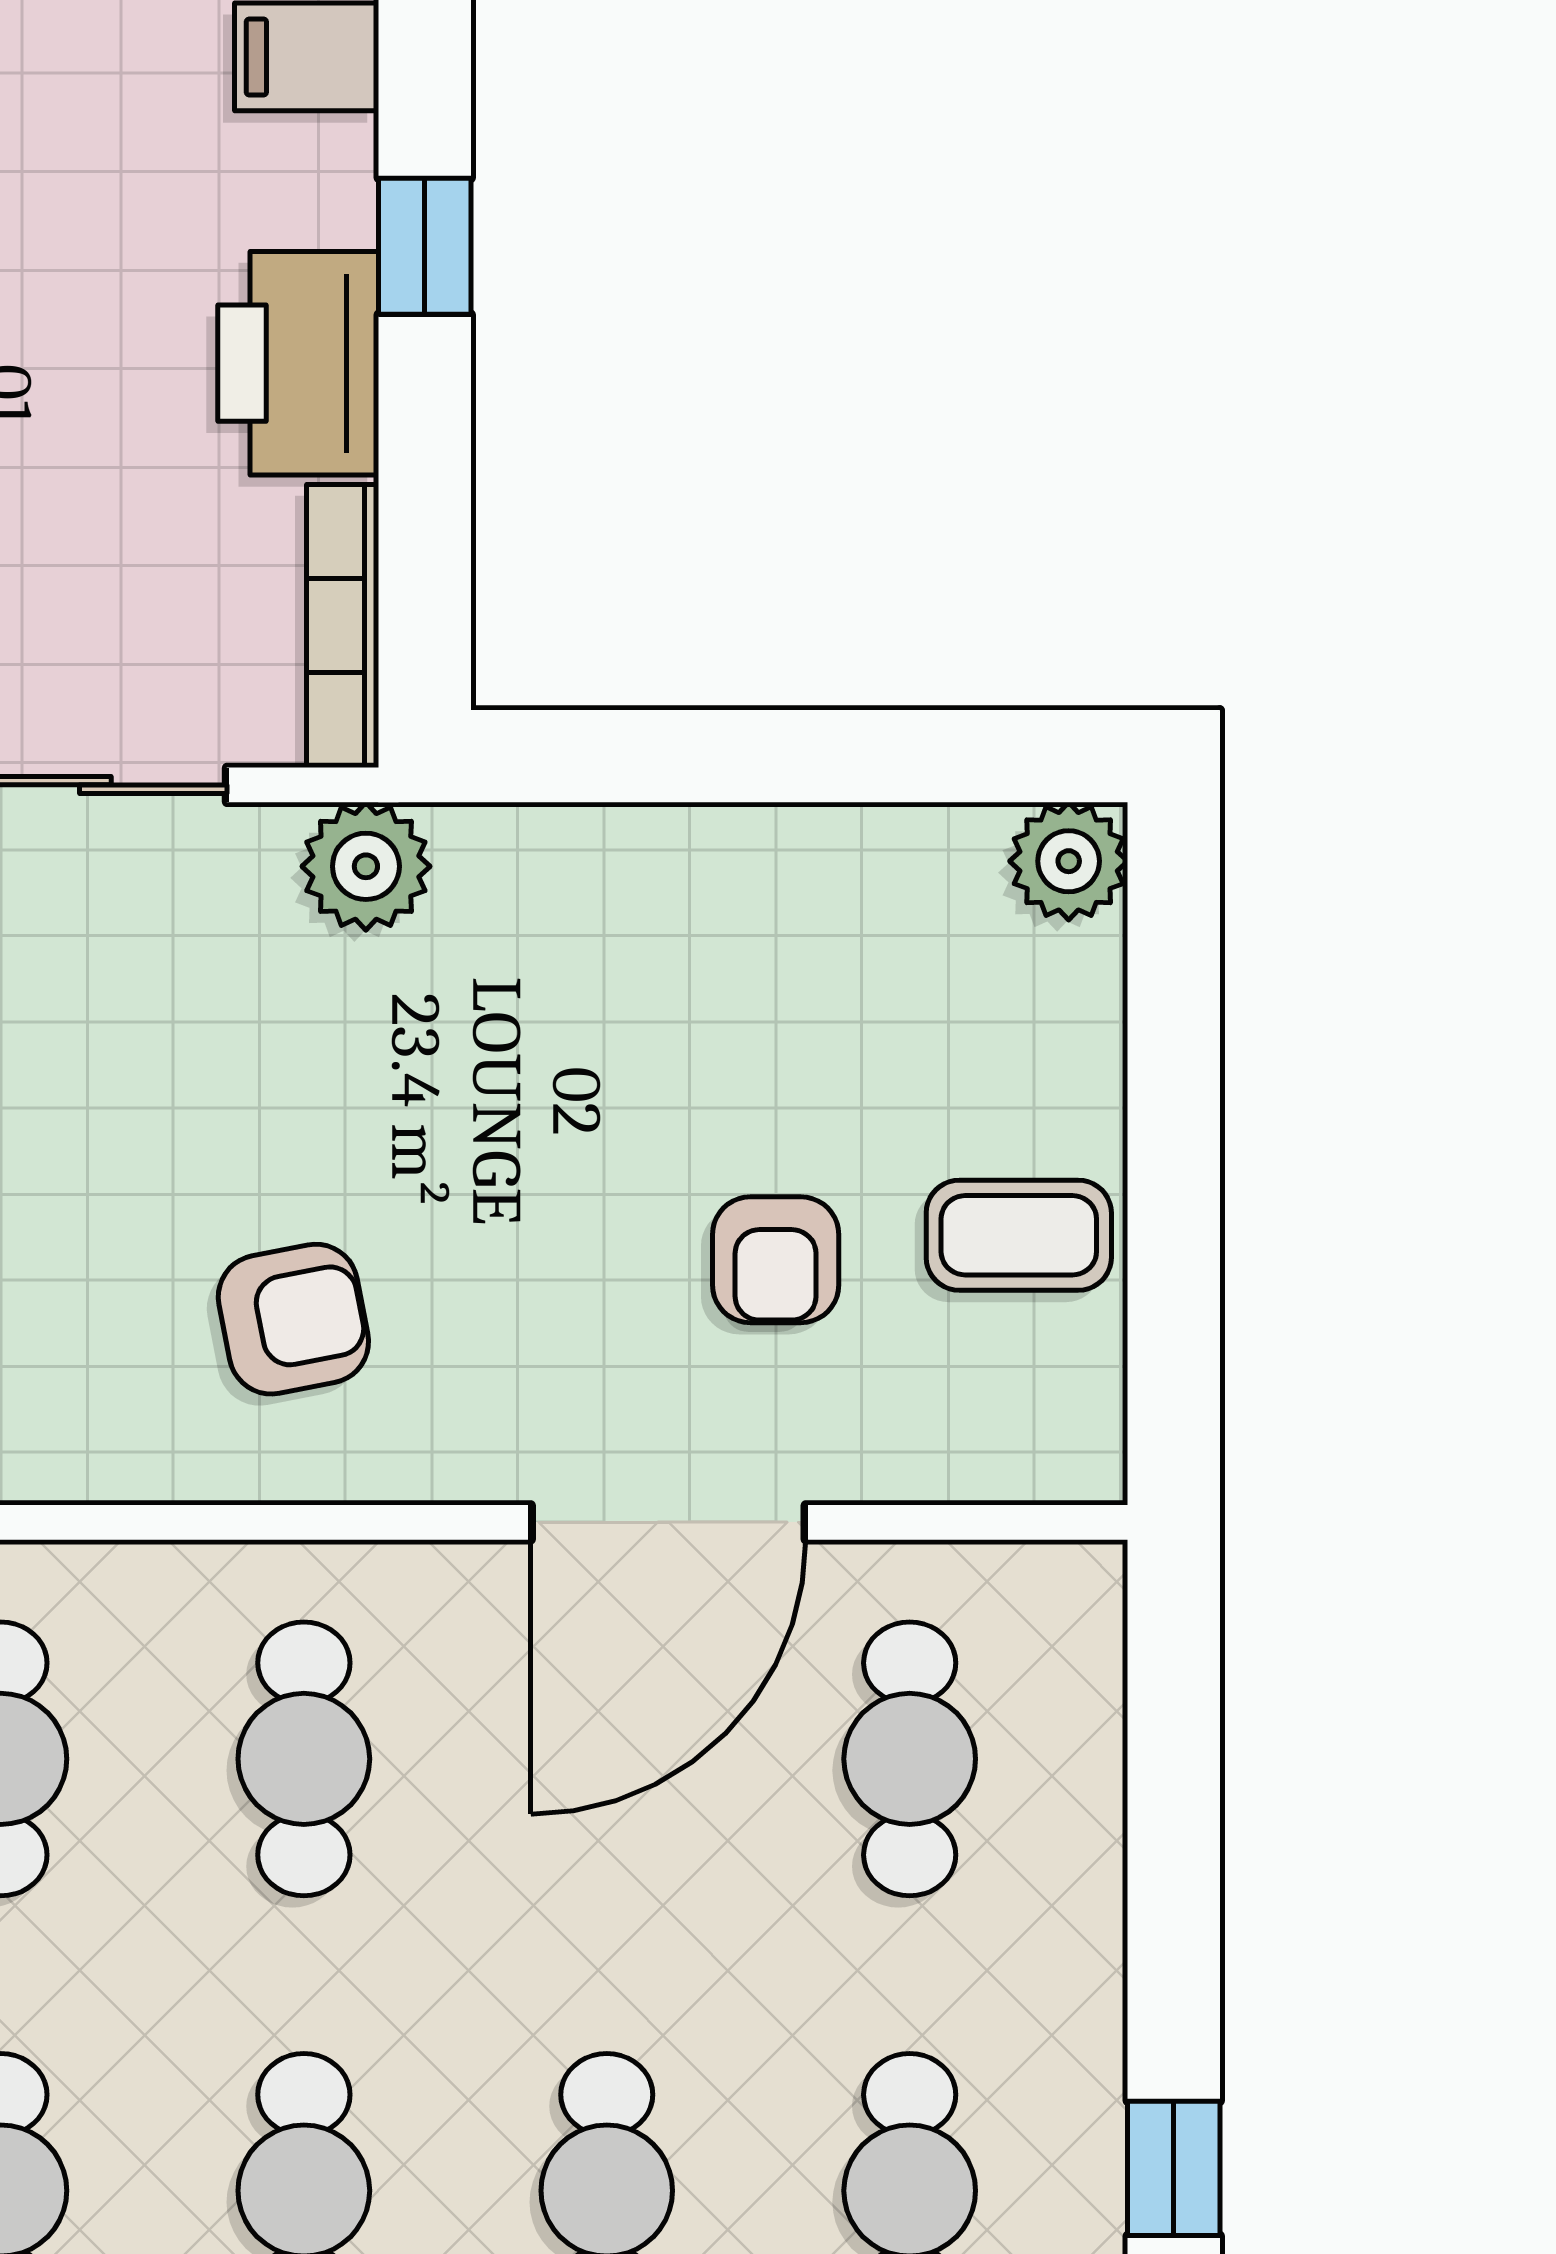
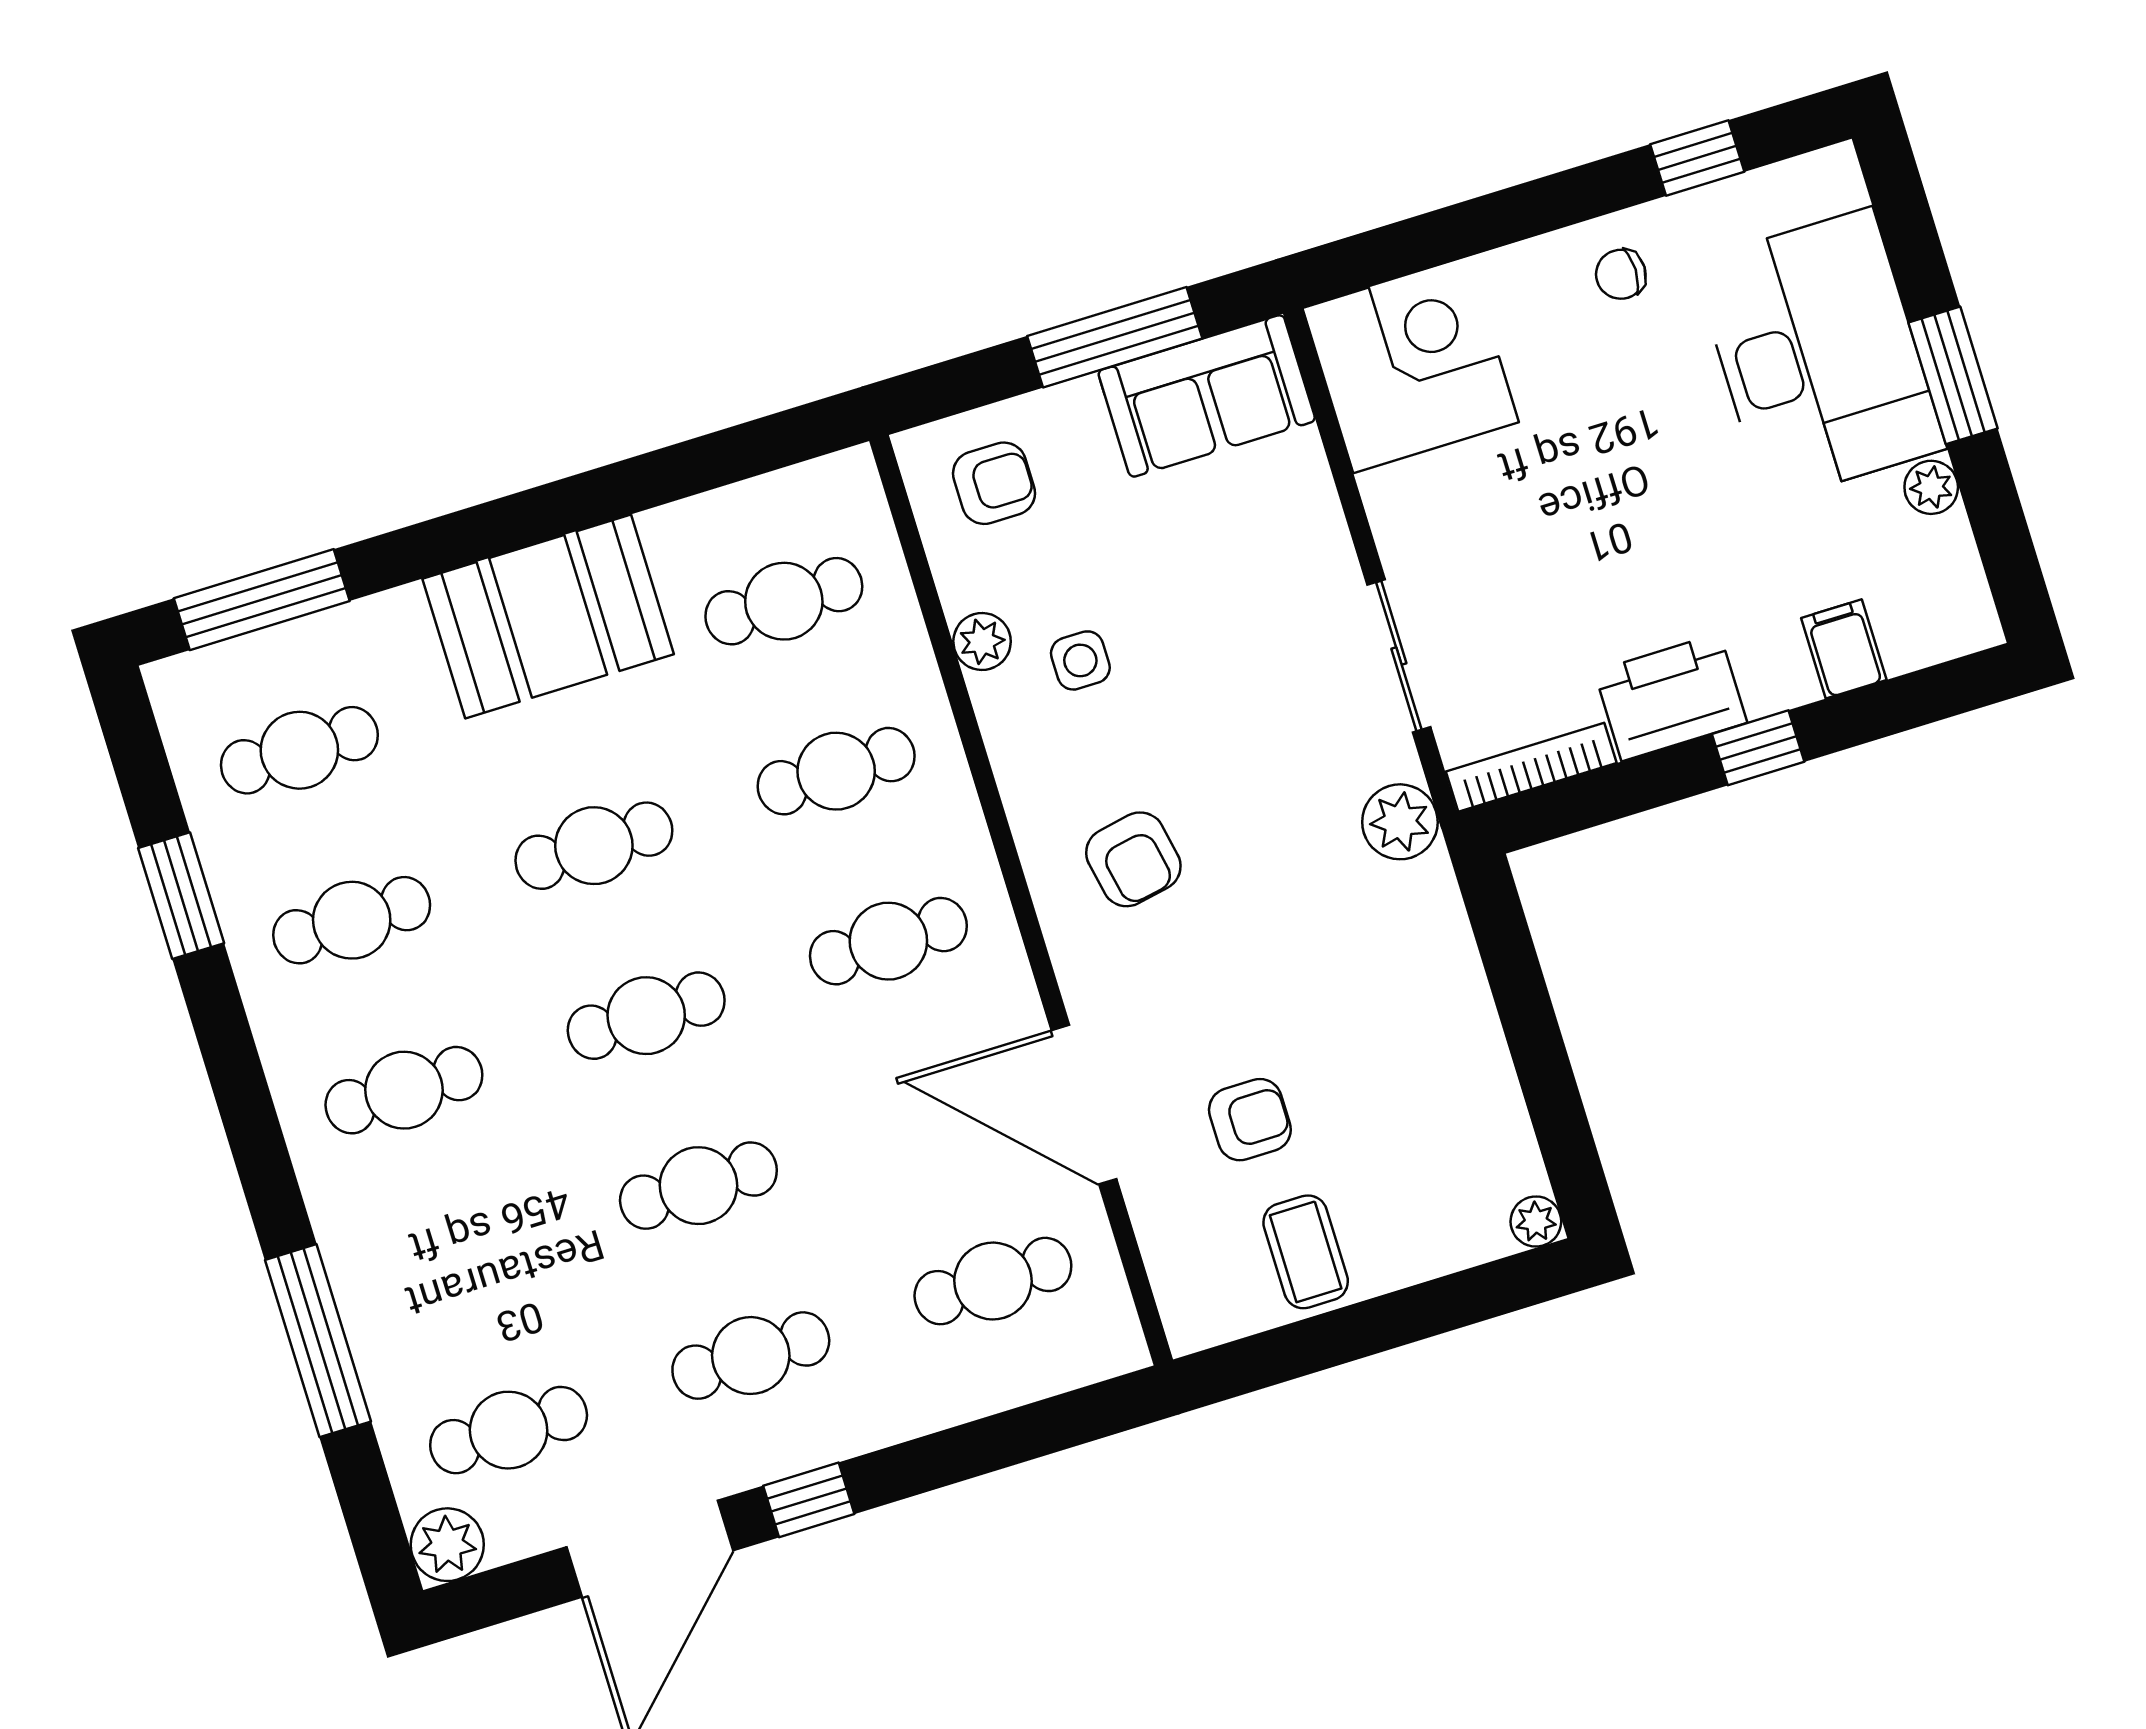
plant: (1069, 861) -> (1536, 1222), width x0.73, depth x0.73
armchair: (776, 1260) -> (1250, 1120), turned 180

